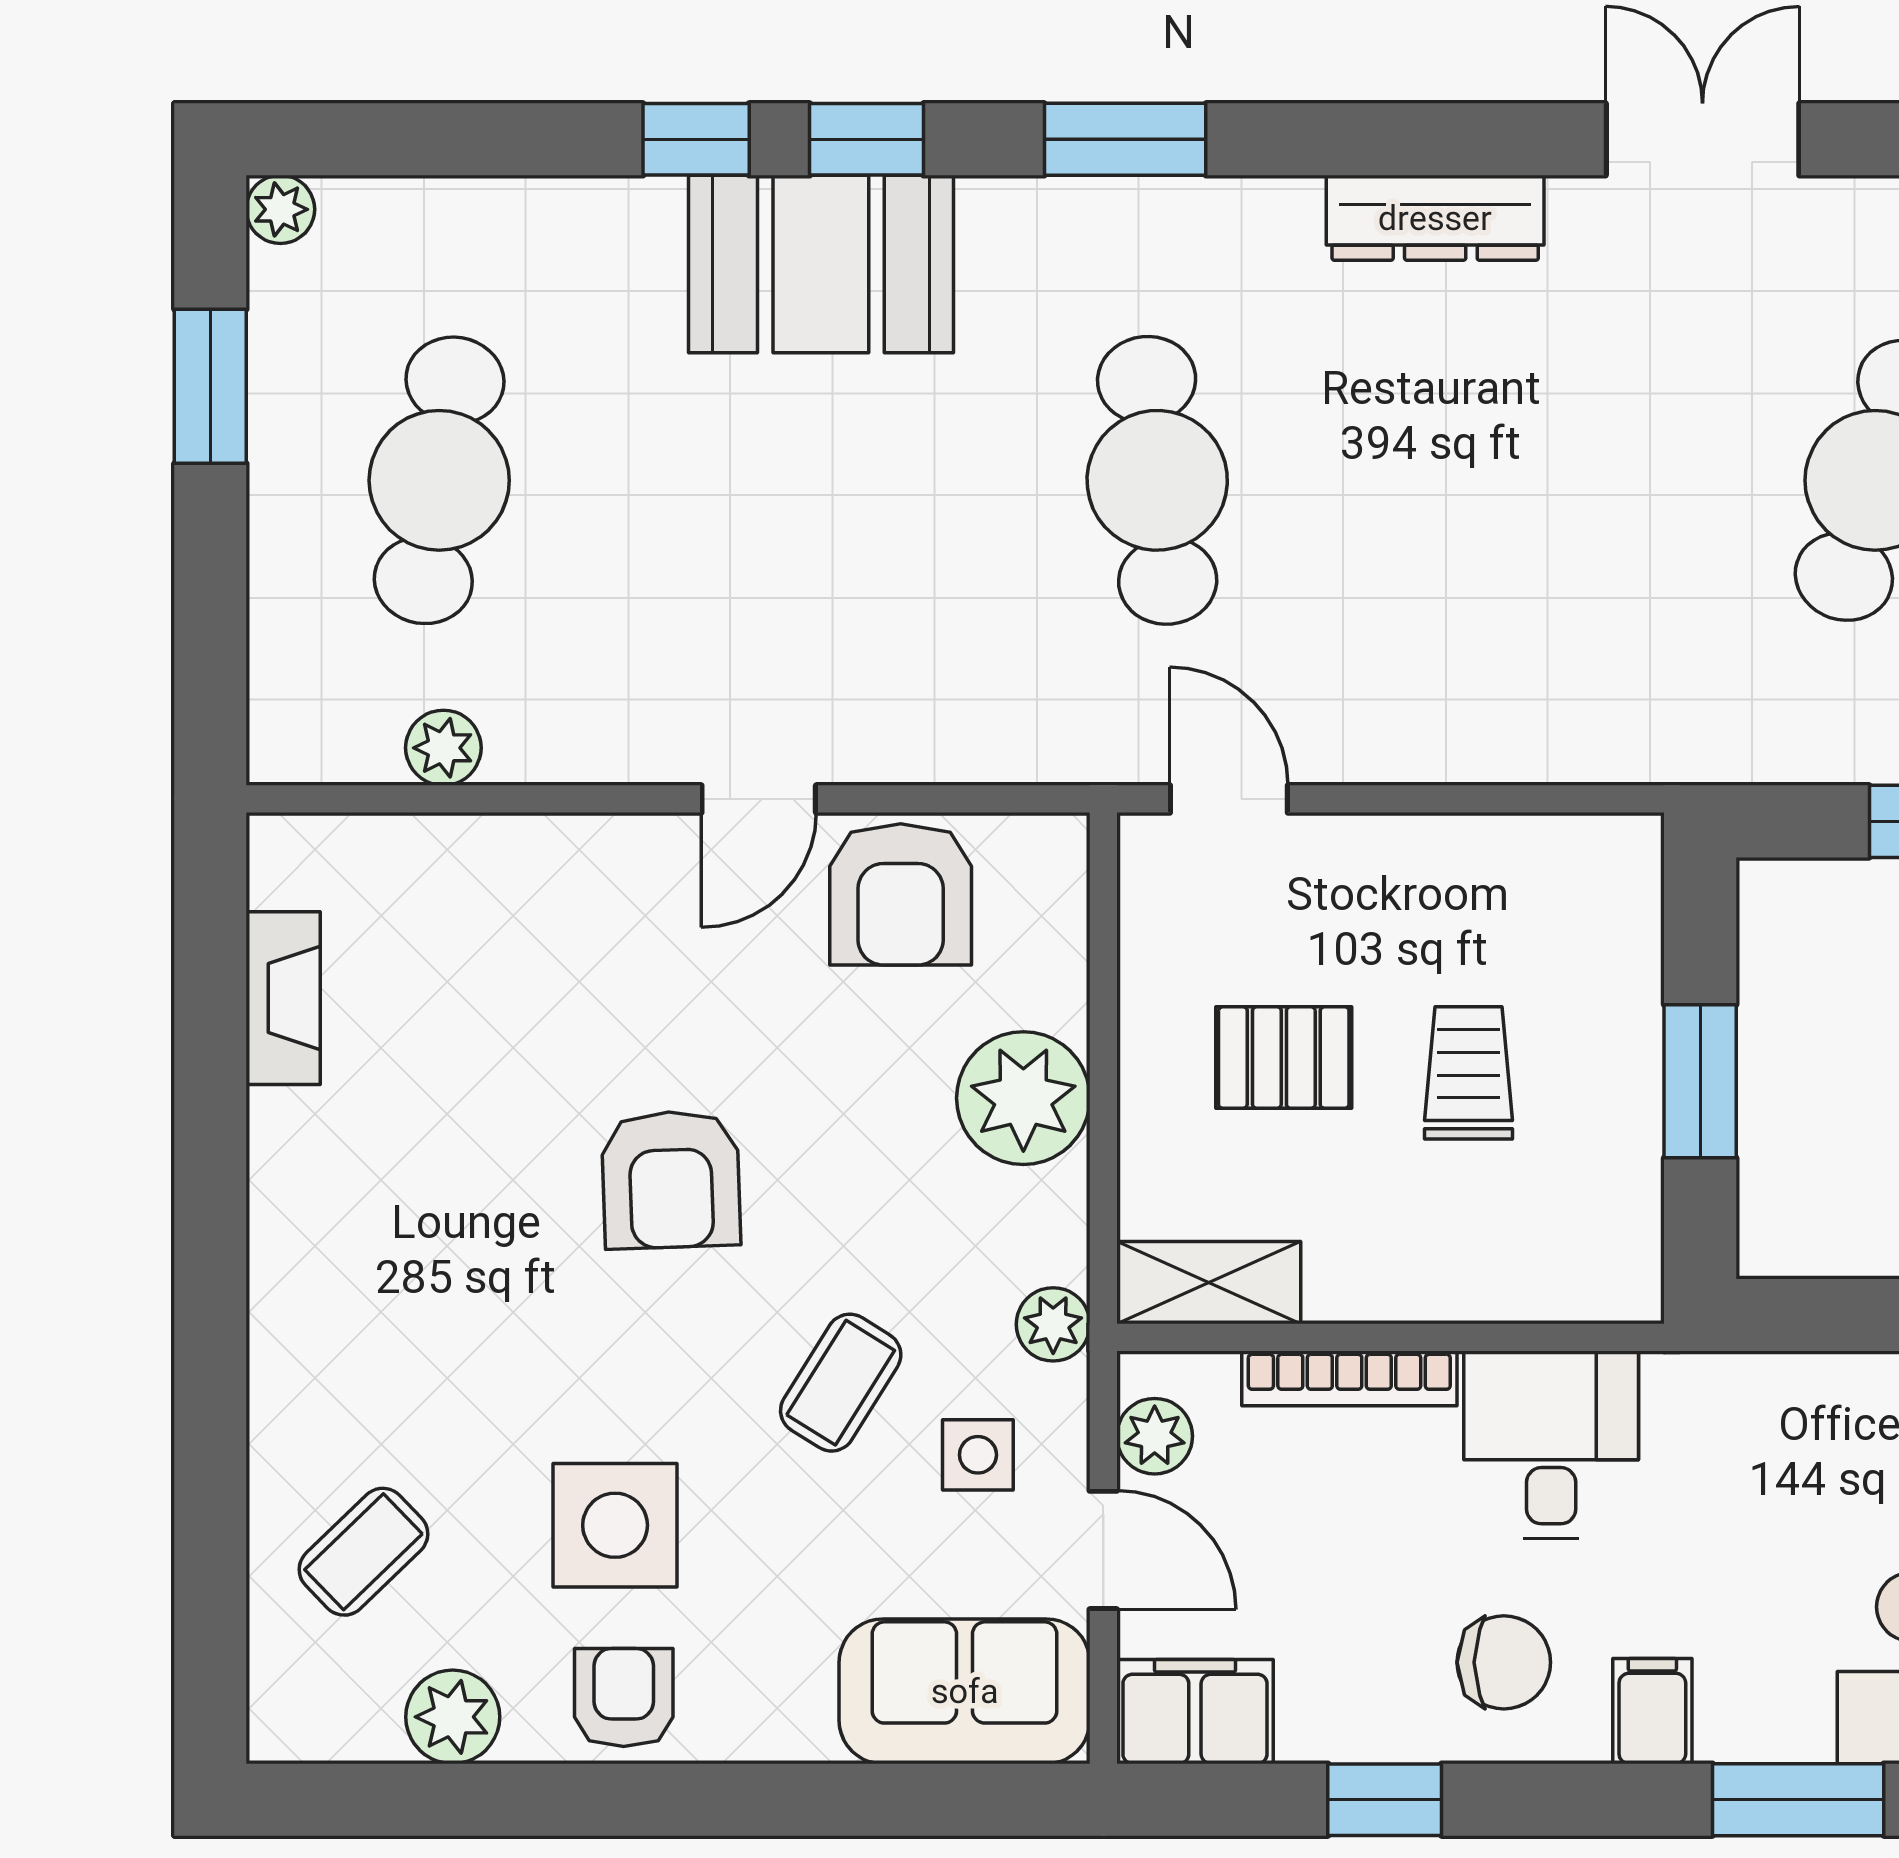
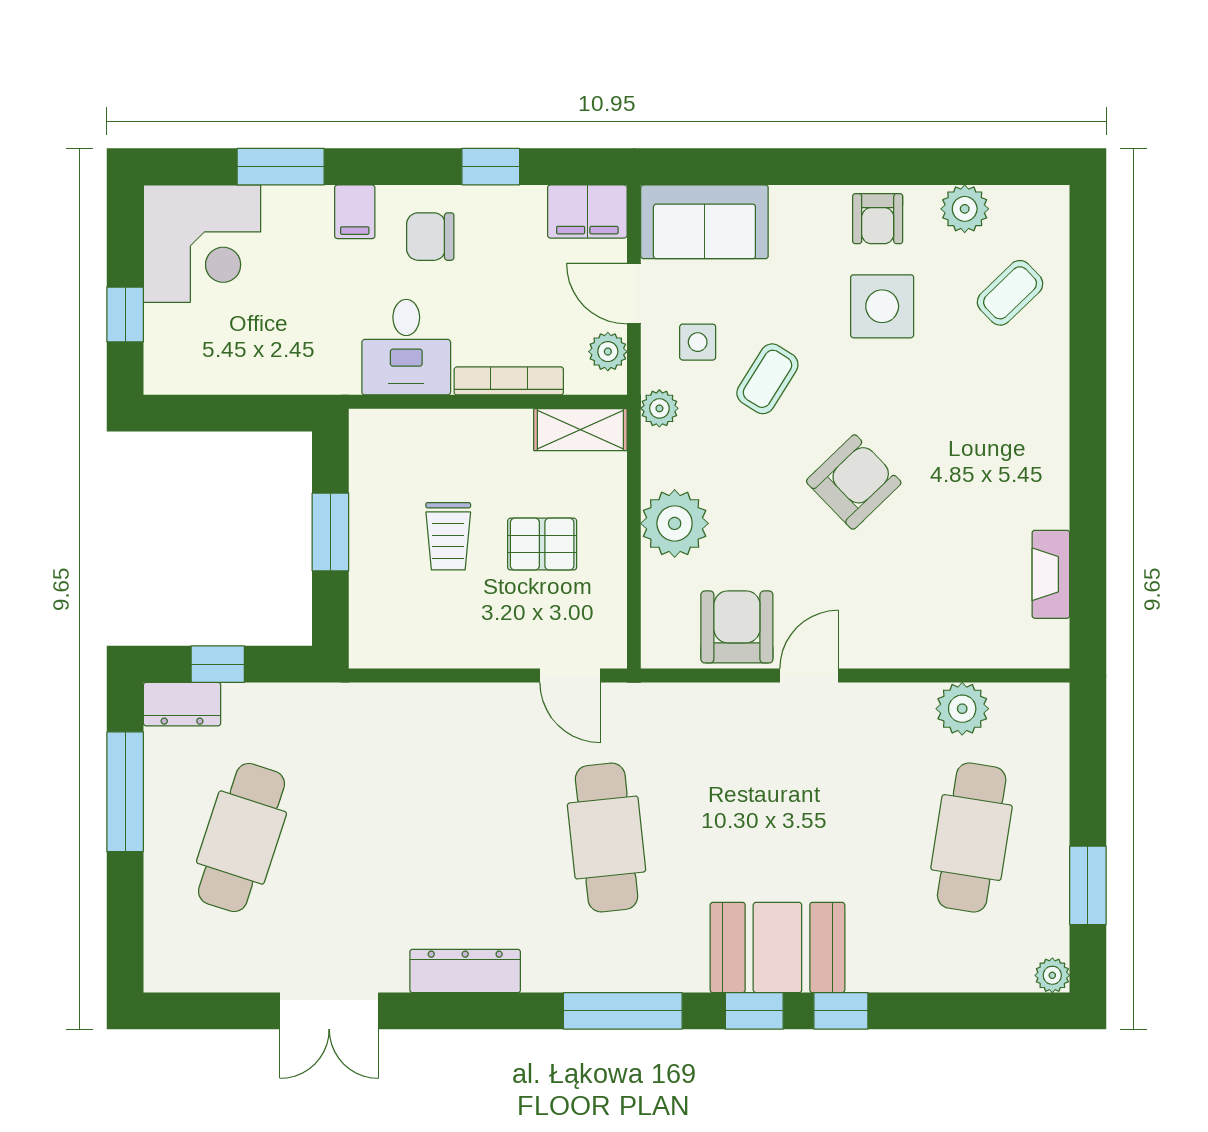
window: (1125, 139) -> (623, 1011), width x1.44
plant: (443, 748) -> (962, 709), width x1.38, depth x1.38
armchair: (671, 1180) -> (854, 482), turned 48

